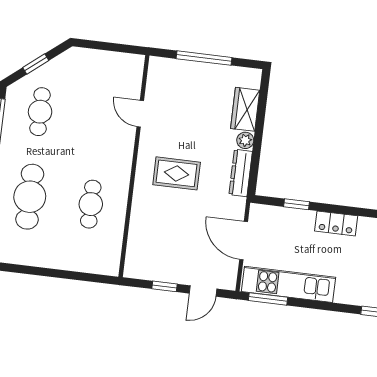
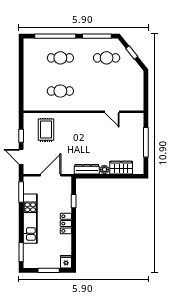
door: (140, 114) -> (112, 112), swing flipped
rug: (177, 173) -> (46, 130), moved
cafe table: (30, 197) -> (60, 58), width x0.73, depth x0.74
kitchen unit: (288, 284) -> (30, 219), moved

